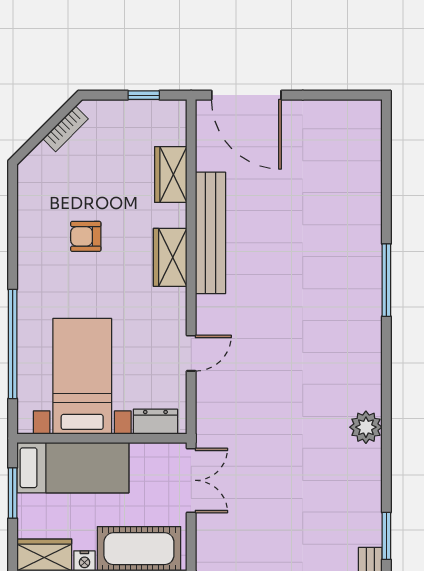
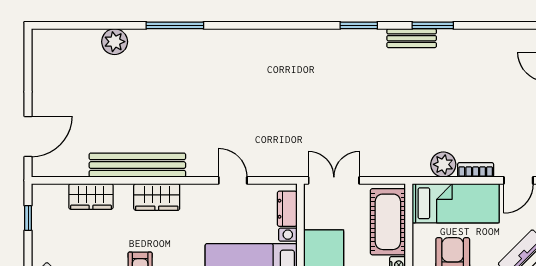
door: (246, 95) -> (28, 137), width x0.73
plant: (366, 427) -> (115, 42), moved
window: (386, 536) -> (359, 25), moved

